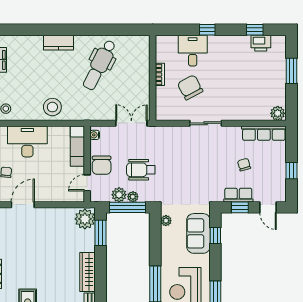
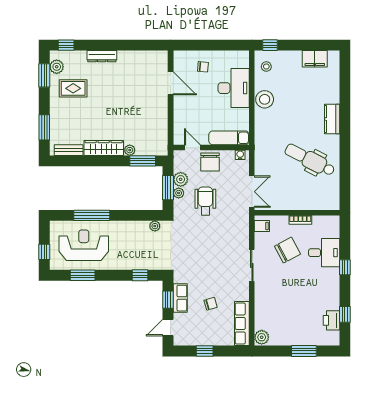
stool: (52, 107) -> (265, 99), moved
filing cabinet: (166, 113) -> (262, 226), added
chair: (102, 165) -> (210, 162), turned -90
window: (127, 207) -> (168, 188), width x0.69
plant: (85, 219) -> (130, 150), moved, width x0.53, depth x0.53
sofa: (198, 233) -> (142, 258), removed

